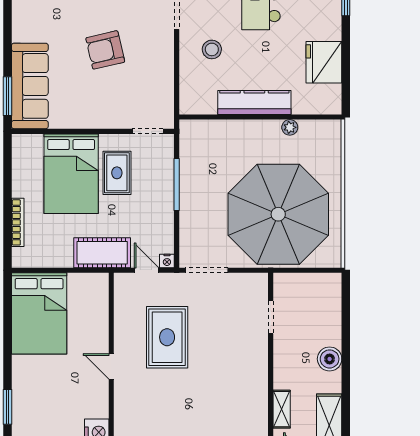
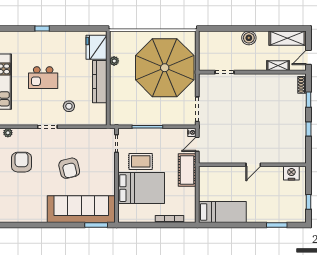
fridge: (324, 62) -> (96, 47), moved, turned 90
sofa: (30, 86) -> (81, 209), width x1.36, depth x1.27
bed: (39, 313) -> (222, 212), width x0.67
rug: (167, 337) -> (236, 132), removed

